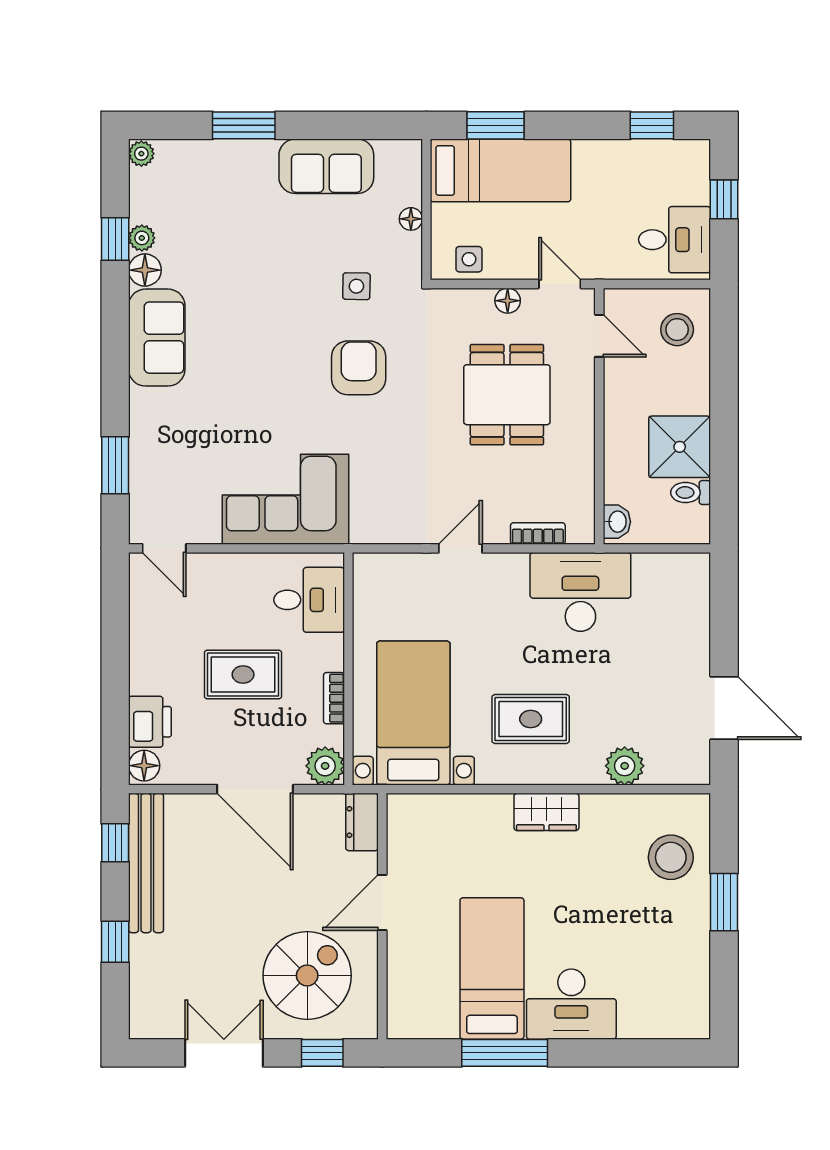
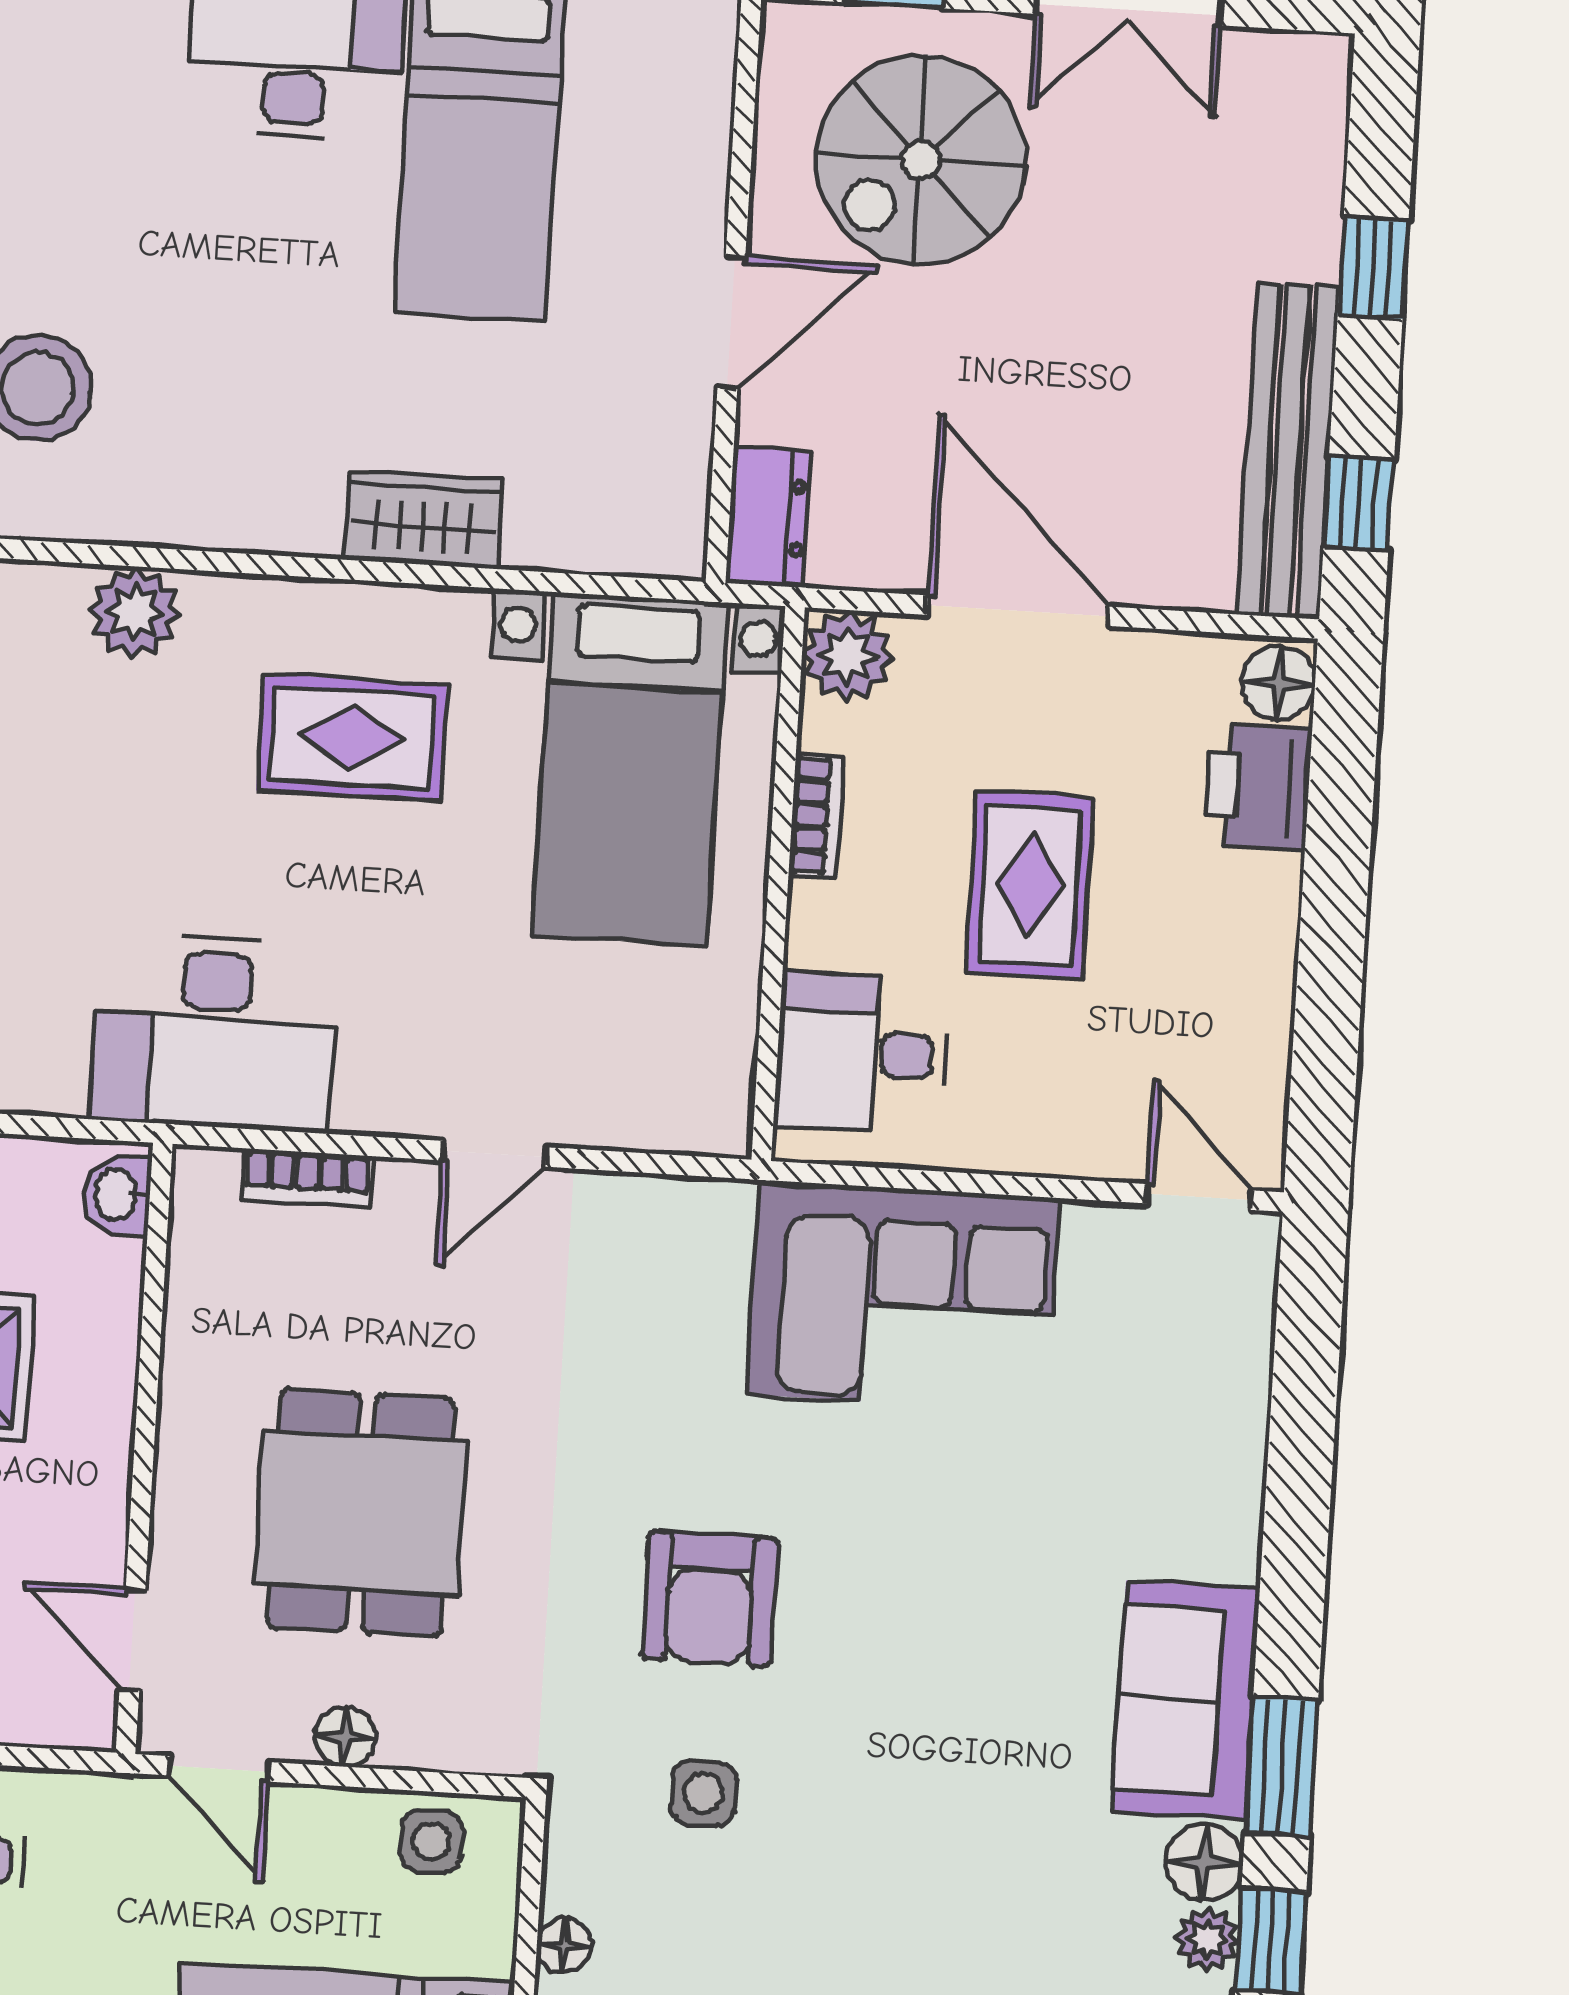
window: (115, 465) -> (1281, 1767), moved
rug: (243, 675) -> (1030, 885), turned 90
wardrobe: (546, 812) -> (423, 520), moved

